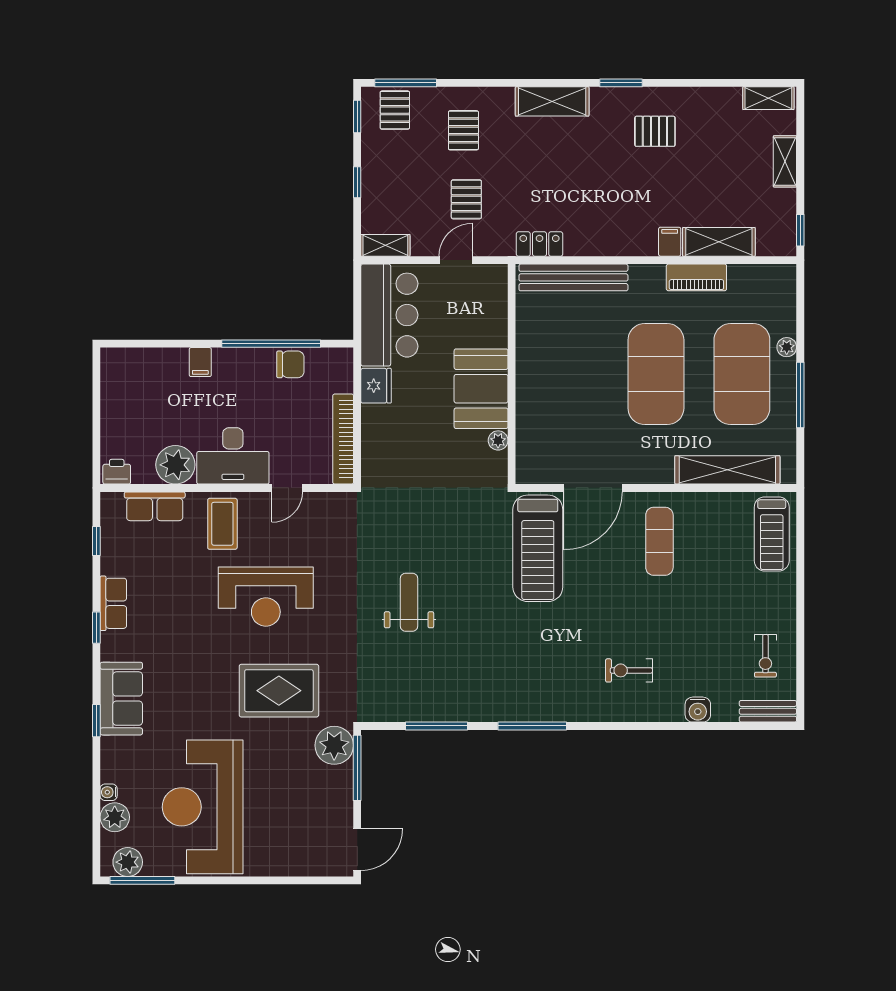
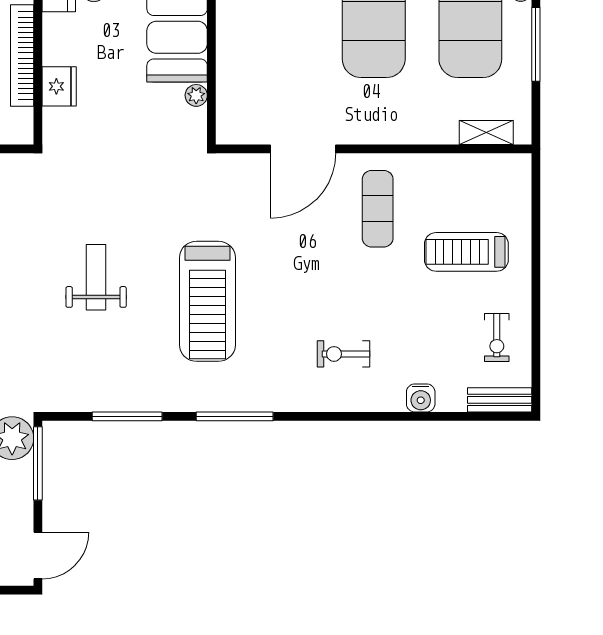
fridge: (376, 386) -> (59, 86), moved
bookcase: (343, 439) -> (22, 55), moved
shelving: (727, 470) -> (486, 133), width x0.45, depth x0.75
treadmill: (772, 534) -> (466, 252), moved, turned 90
treadmill: (538, 548) -> (207, 301), moved

